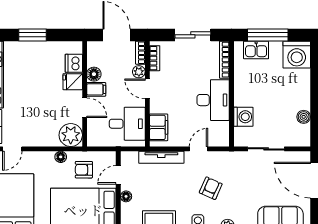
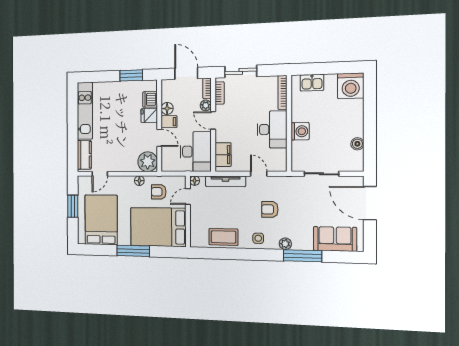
window: (32, 35) -> (131, 75), moved
sliding door: (193, 35) -> (241, 71), moved
window: (268, 35) -> (323, 68), removed
washing machine: (243, 117) -> (300, 131), moved
desk: (127, 124) -> (196, 152), width x1.37
door: (199, 149) -> (259, 174), hinge flipped
armchair: (211, 188) -> (270, 209), turned -114
floor lamp: (126, 196) -> (195, 181), moved

